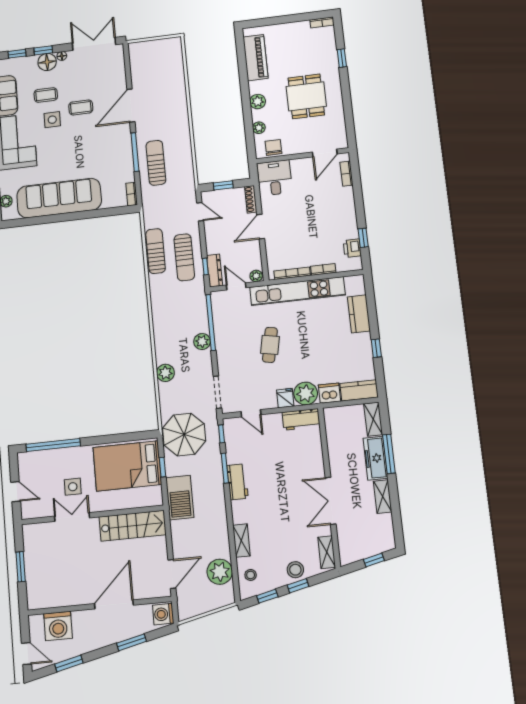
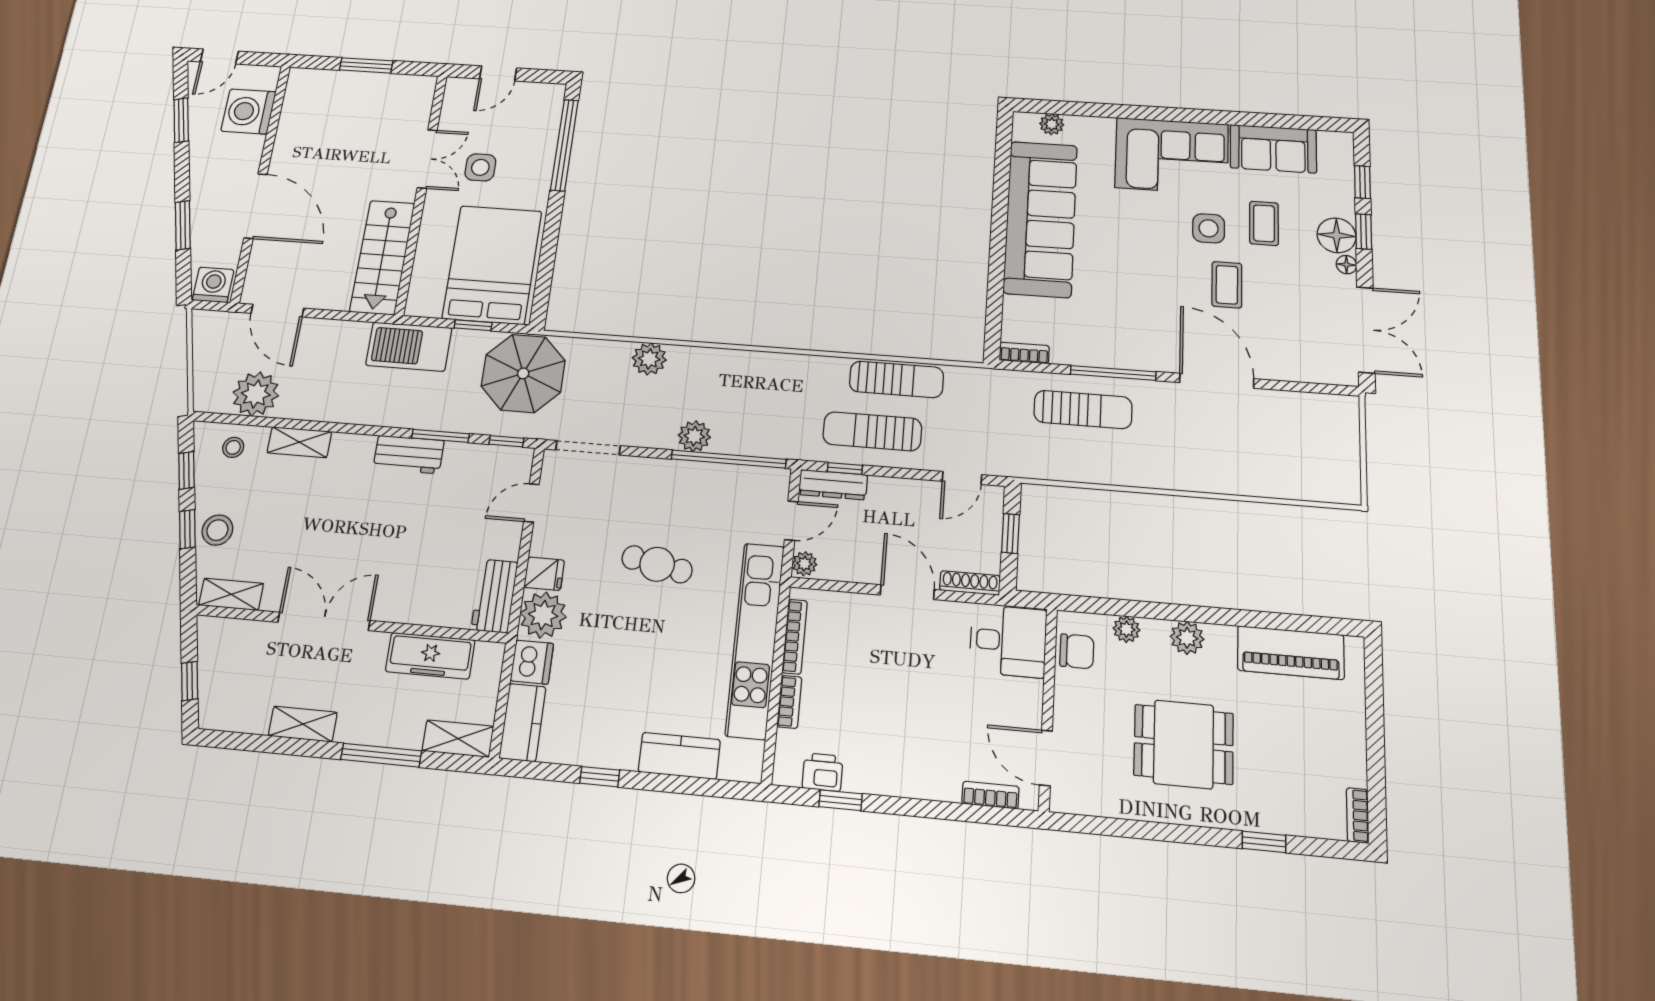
freezer: (375, 458) -> (430, 656), moved, turned 180

